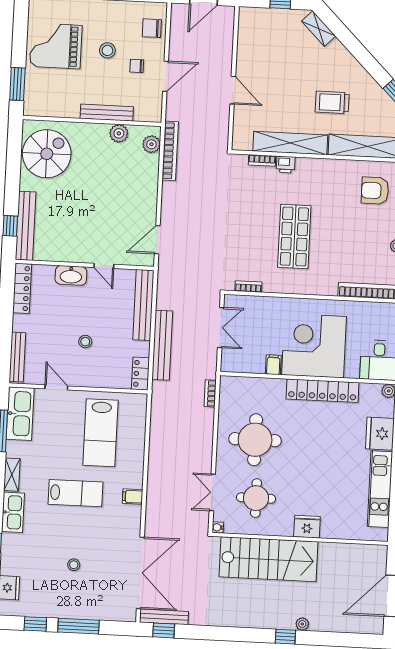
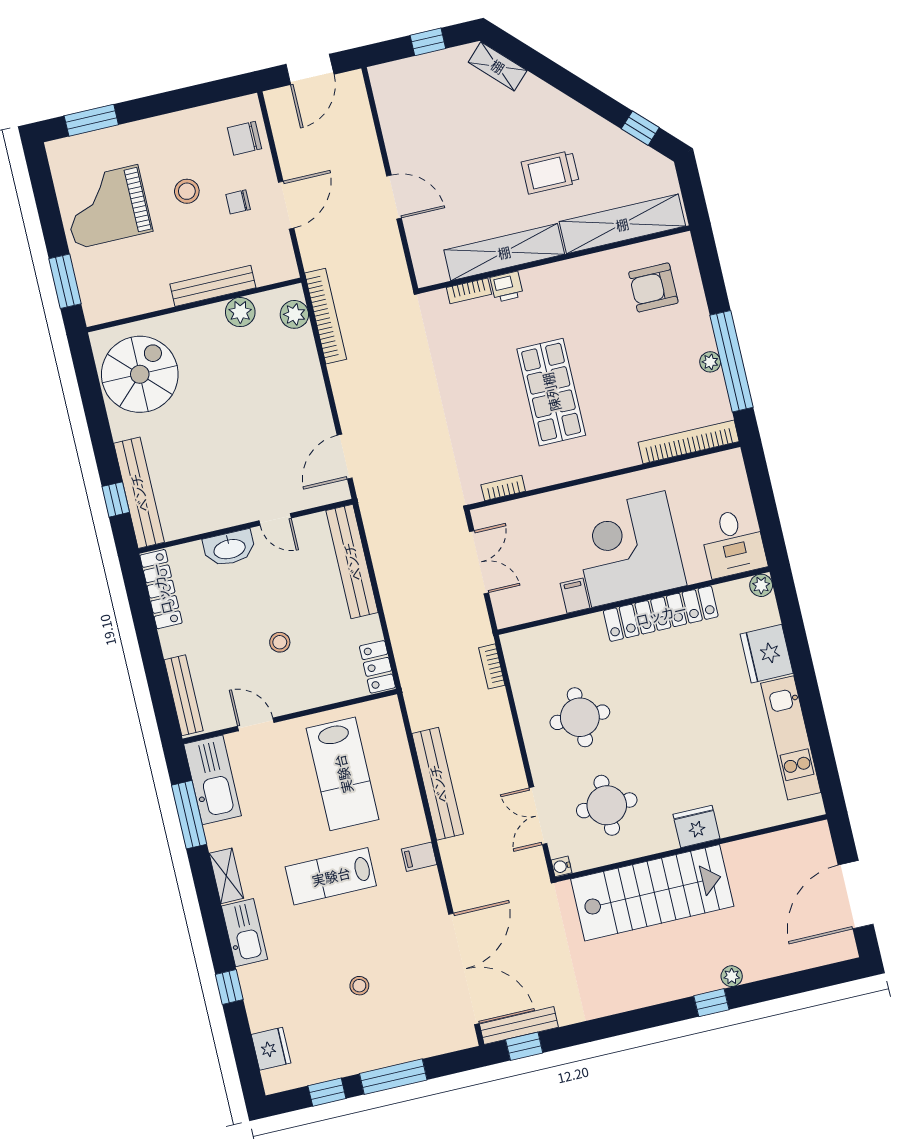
bench: (162, 345) -> (438, 784), moved
round table: (255, 440) -> (580, 717), width x0.73, depth x0.73
lab bench: (75, 493) -> (331, 876), turned 180

